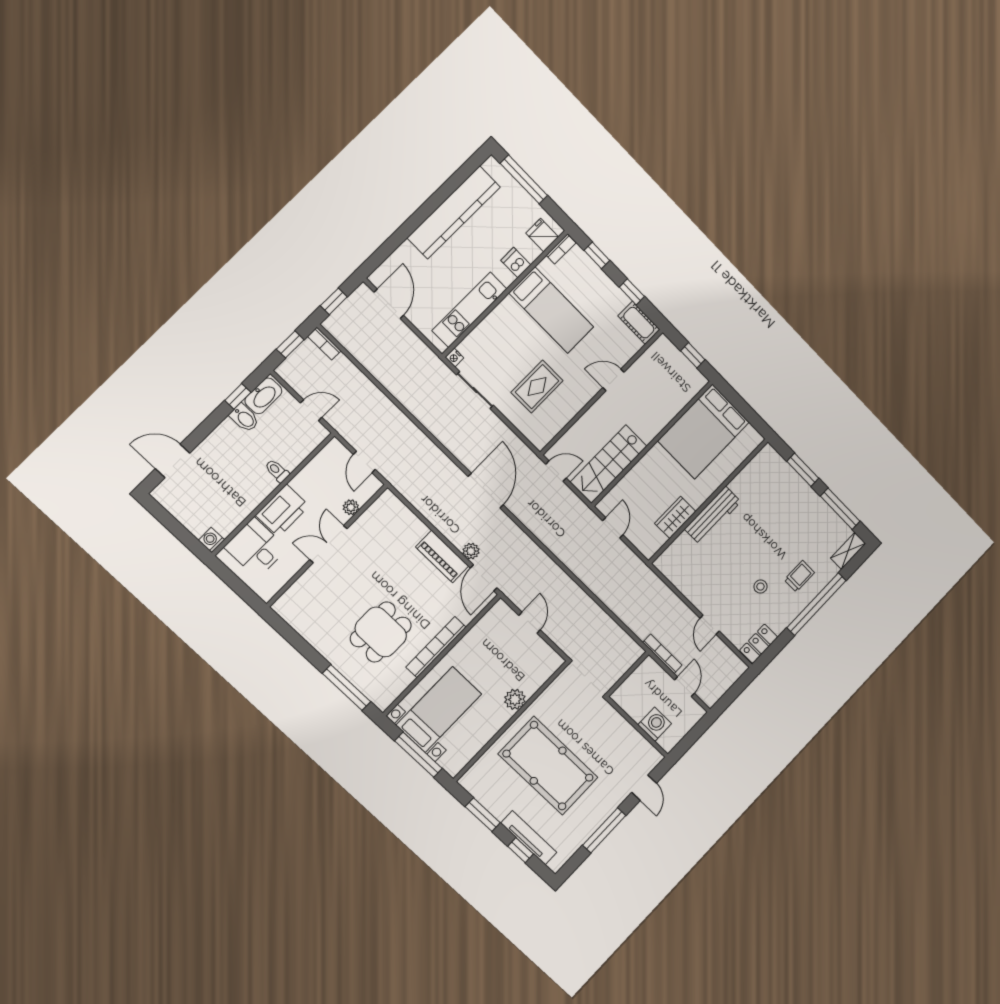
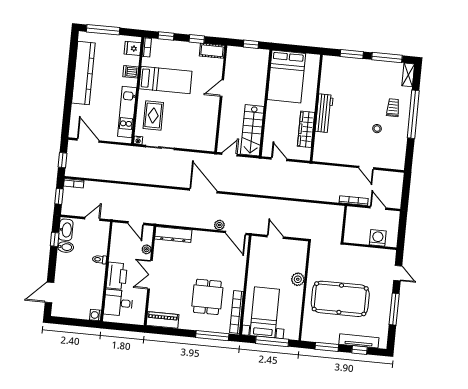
rug: (537, 387) -> (153, 115), moved
dresser: (402, 516) -> (173, 235), added
wardrobe: (675, 517) -> (306, 129), width x1.50
piano: (442, 557) -> (163, 320), moved, turned 180
locker: (759, 644) -> (399, 157), removed
bookcase: (436, 647) -> (237, 312), moved

